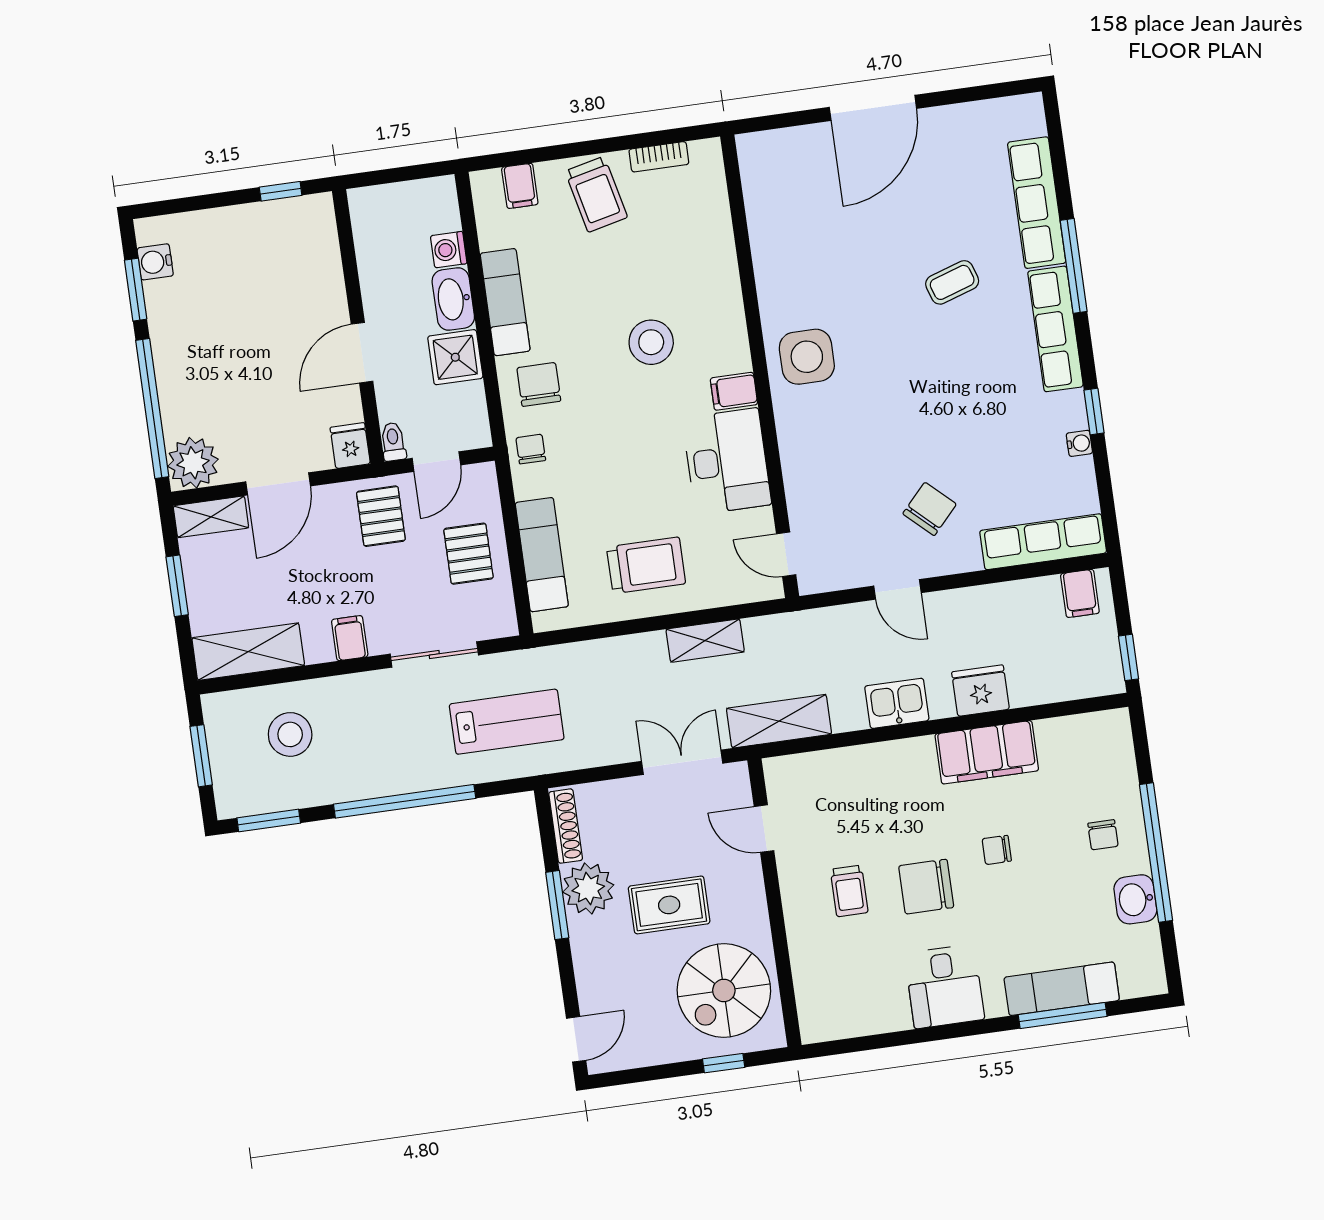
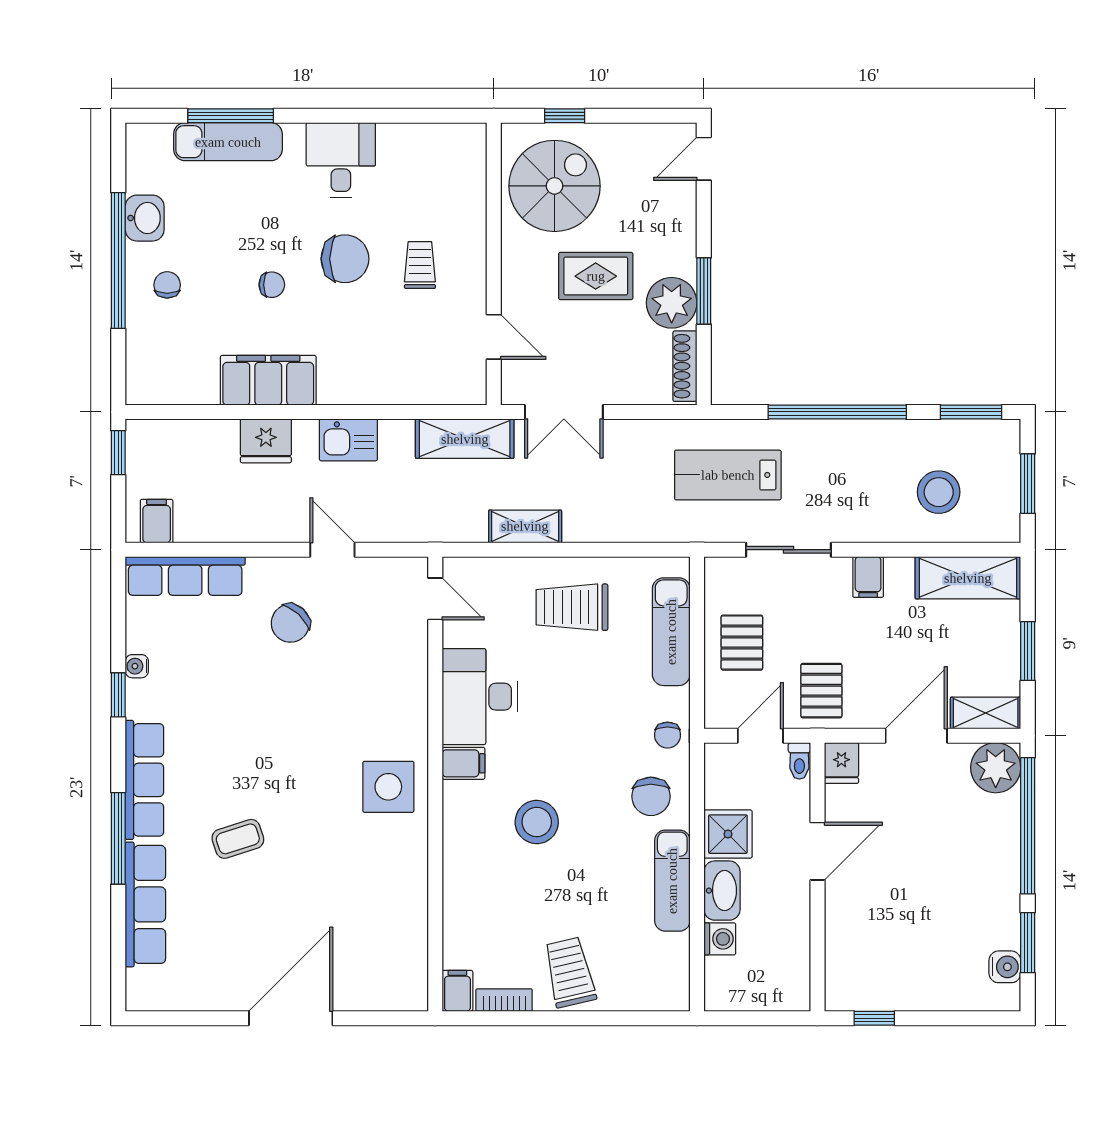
filing cabinet: (520, 186) -> (457, 991), moved

